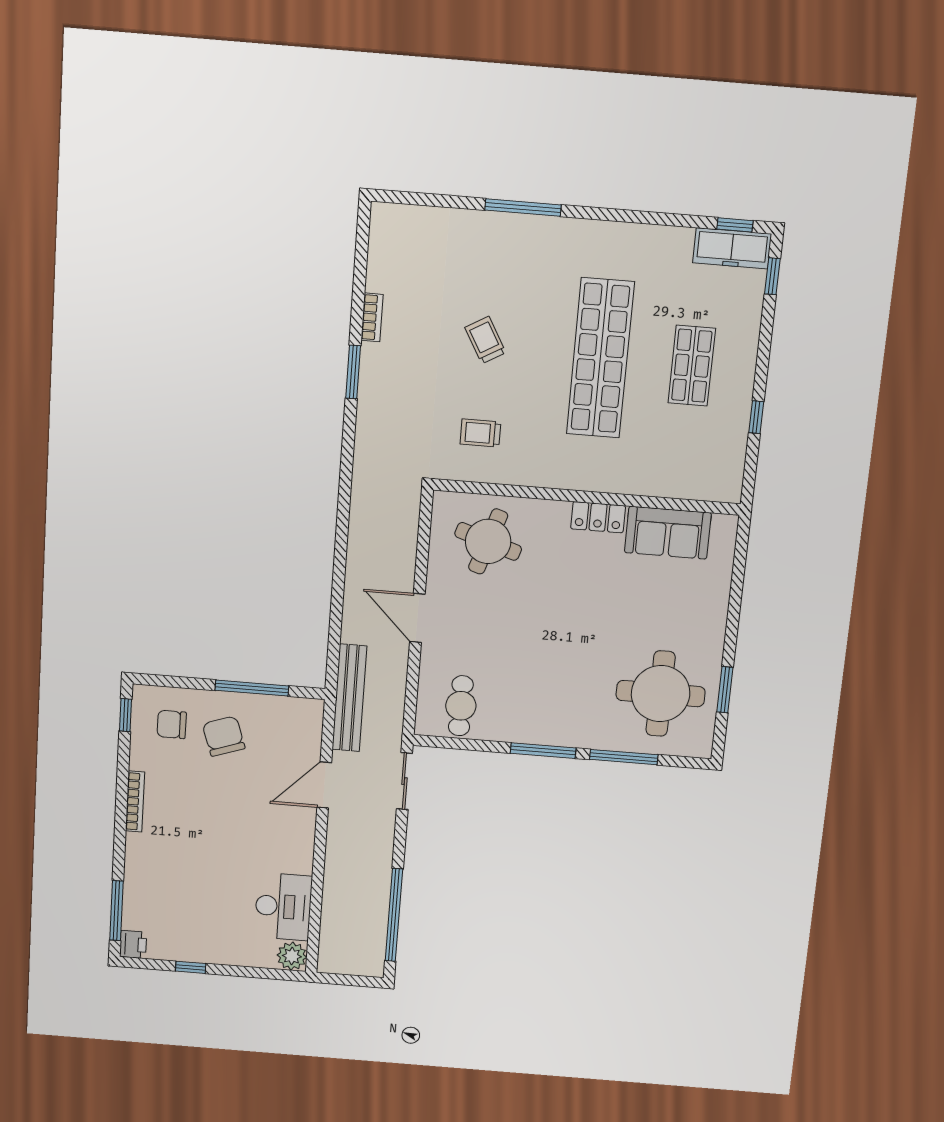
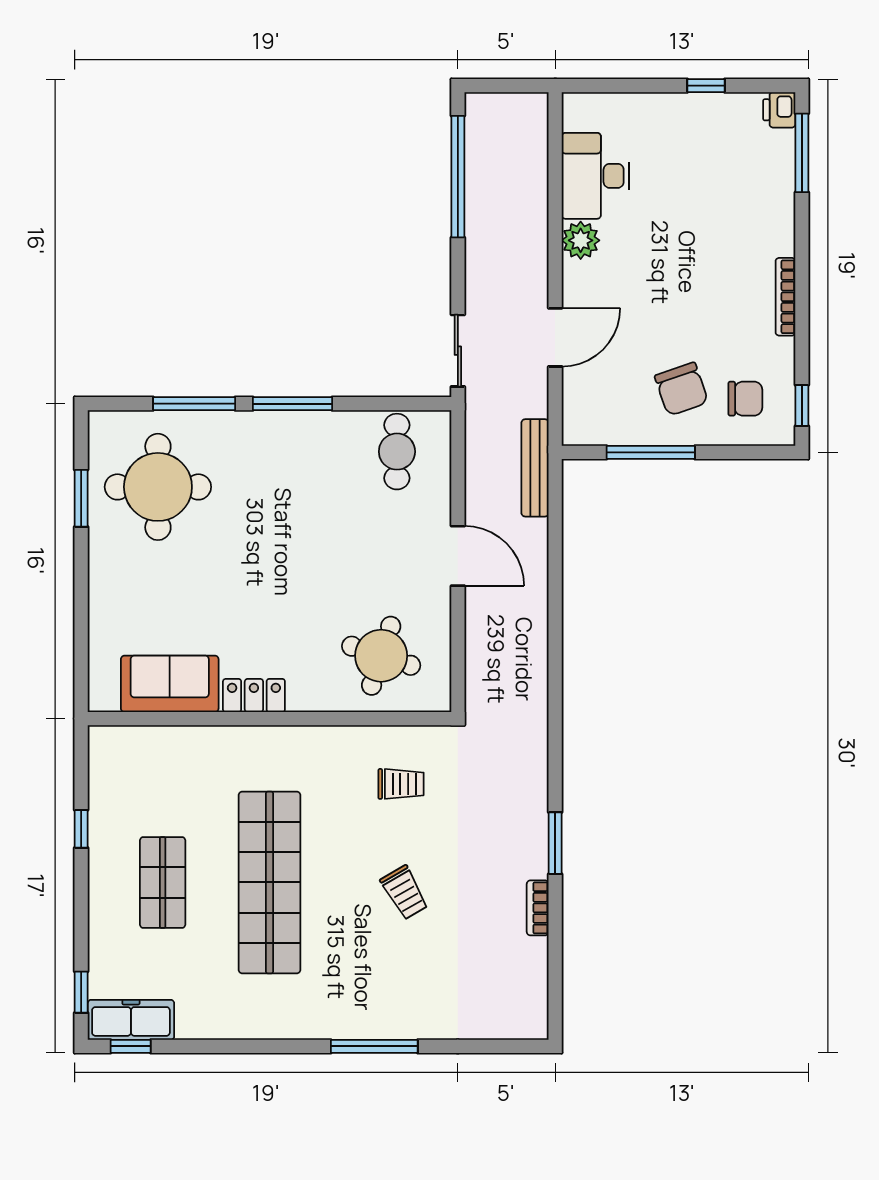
bench: (349, 698) -> (535, 468), width x0.73, depth x0.82
plant: (292, 956) -> (581, 240), moved

